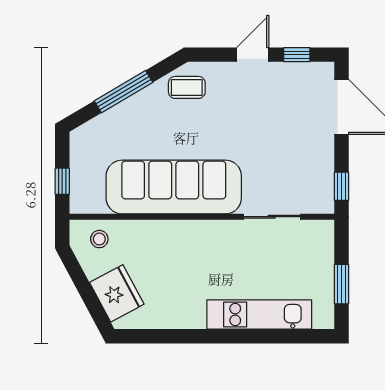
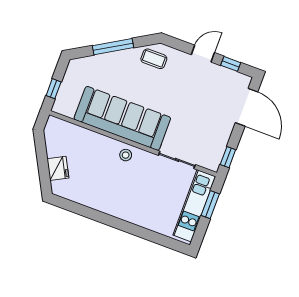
stool: (99, 239) -> (126, 155), moved
window: (342, 284) -> (210, 205), moved
fridge: (117, 293) -> (58, 168), width x0.73, depth x0.75
kitchen unit: (259, 314) -> (194, 206), moved, turned -90

